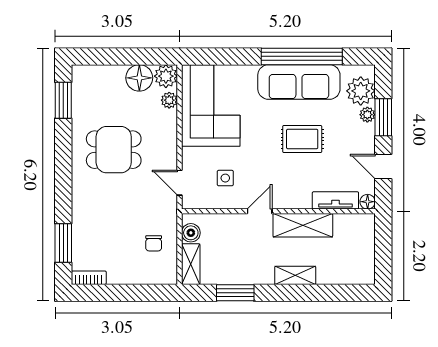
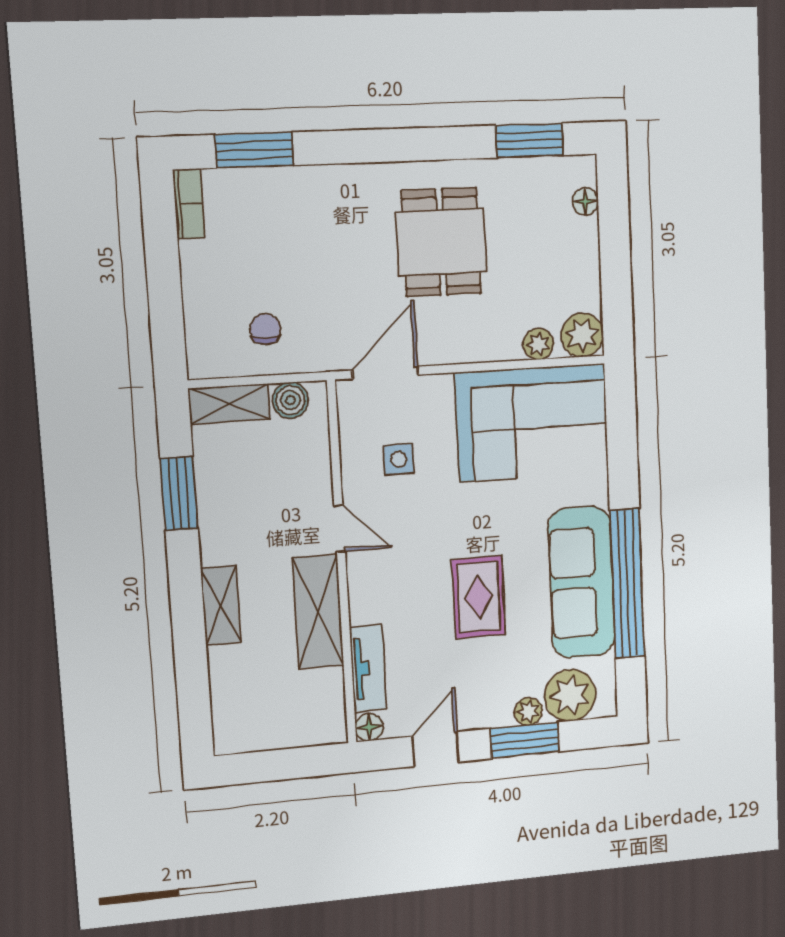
floor lamp: (139, 78) -> (585, 201), moved, width x0.53, depth x0.53
door: (179, 183) -> (385, 373), width x1.38
chair: (154, 243) -> (265, 329), turned 90

